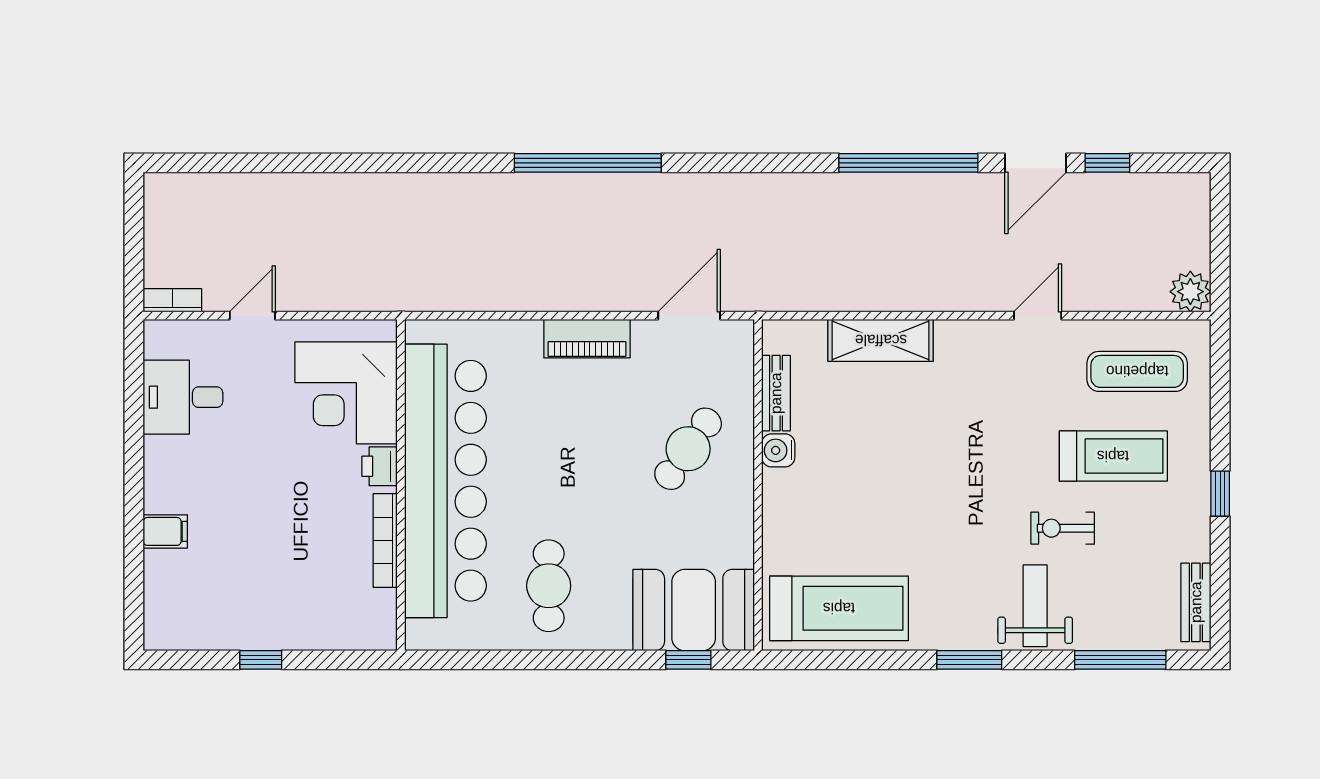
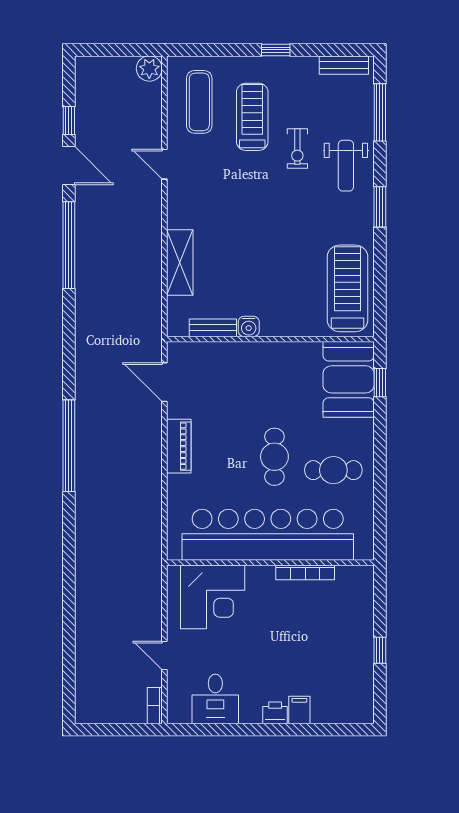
cafe table: (688, 449) -> (274, 457), moved, turned 55
printer: (380, 466) -> (275, 713), moved, turned 180
weight bench: (1035, 606) -> (346, 166), turned -90

